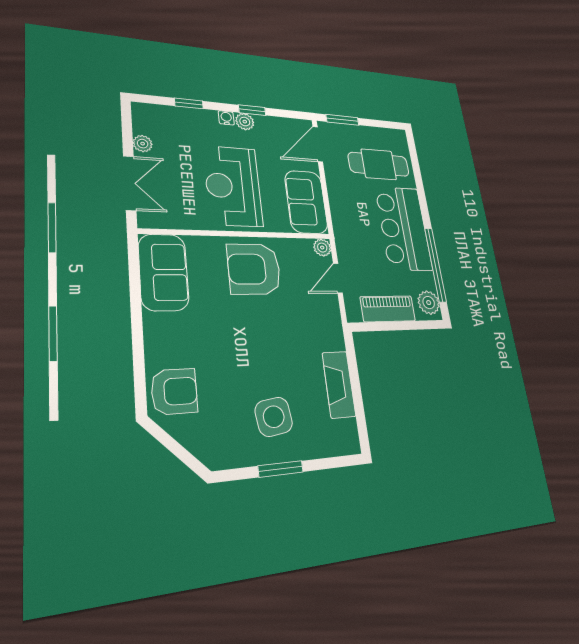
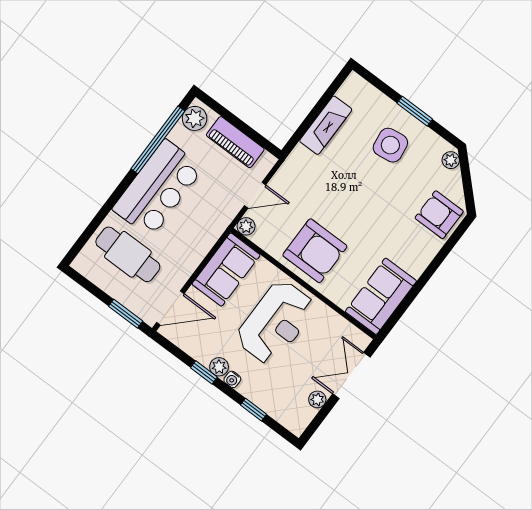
plant: (209, 454) -> (451, 160), added

